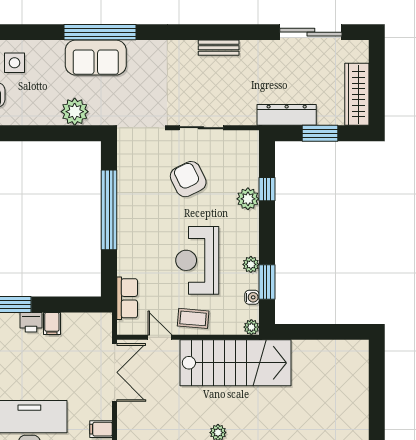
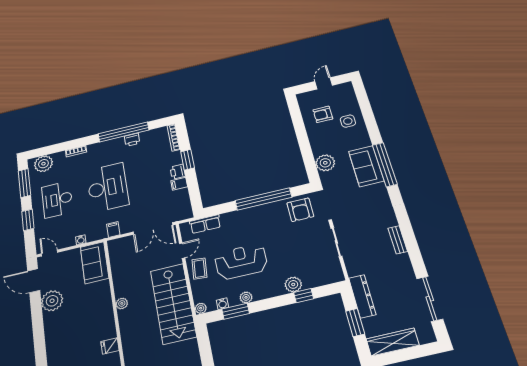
armchair: (188, 179) -> (300, 210), moved, turned 116

